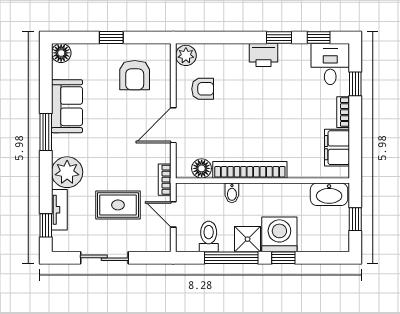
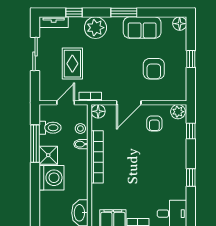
window: (319, 37) -> (191, 131), moved
printer: (264, 55) -> (178, 166), removed
armchair: (135, 75) -> (154, 69), moved, turned -90
door: (173, 125) -> (129, 103), swing flipped
floor lamp: (202, 168) -> (98, 111), moved
stool: (210, 193) -> (80, 128), added
tv unit: (59, 210) -> (54, 22), moved
window: (46, 225) -> (74, 13), moved
window: (283, 258) -> (35, 180), removed

